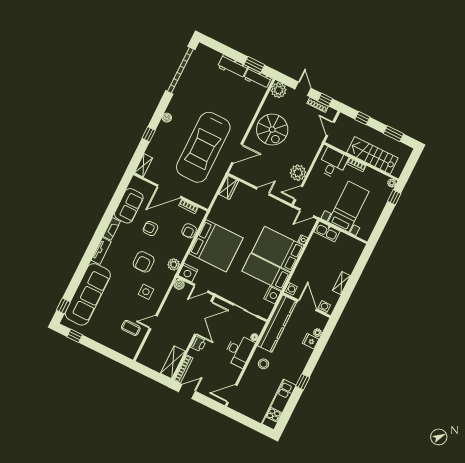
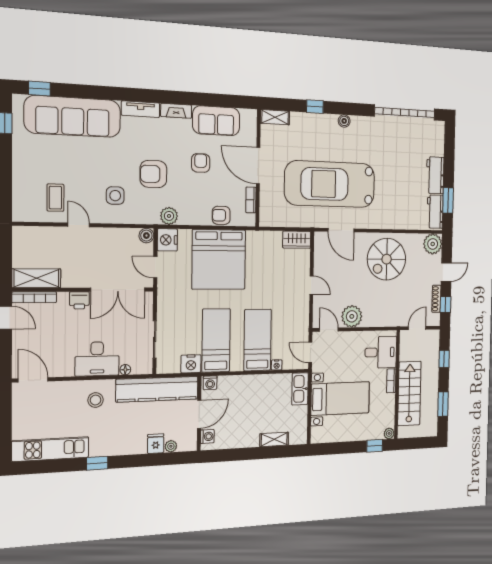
bed: (278, 249) -> (258, 340), width x0.67
shelving: (341, 283) -> (274, 439), moved

